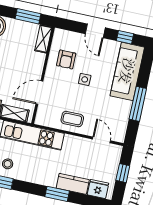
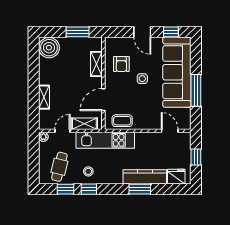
shelving: (43, 39) -> (96, 64), moved
sofa: (127, 71) -> (177, 72), width x1.36, depth x1.27
coffee table: (72, 119) -> (122, 121), moved
kitchen counter: (73, 184) -> (145, 177), width x1.50

